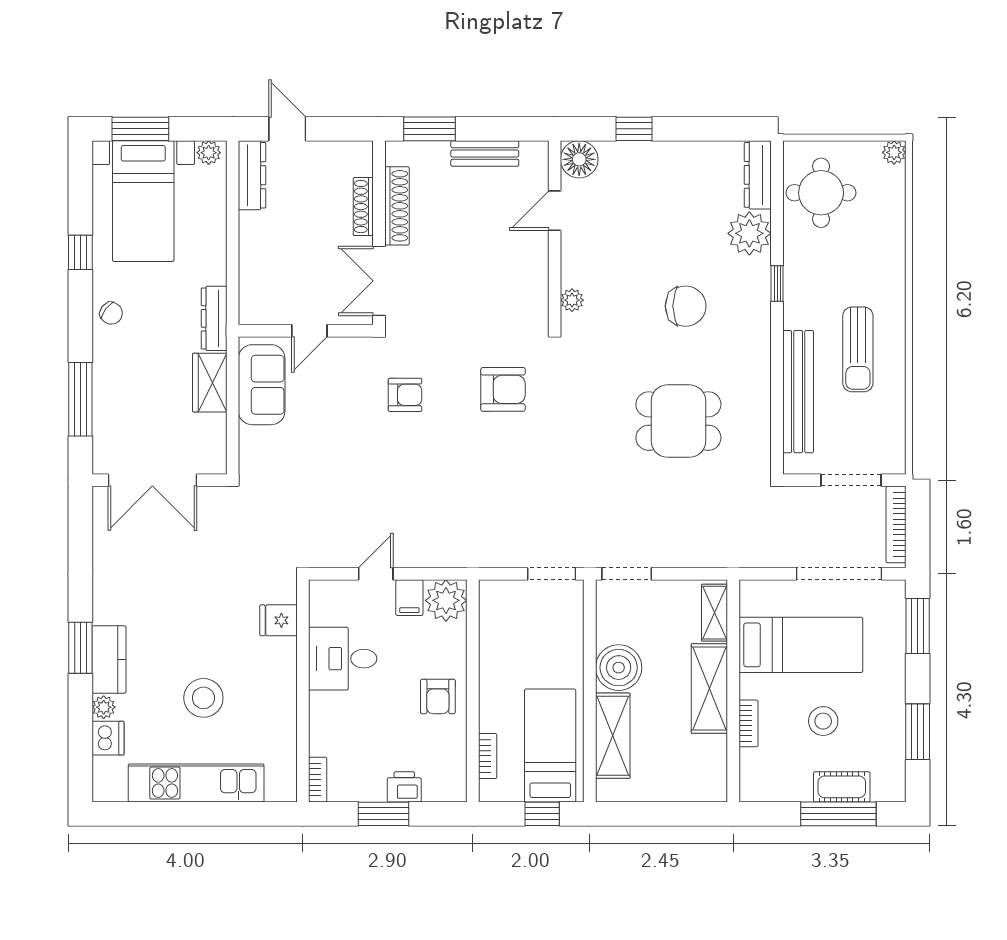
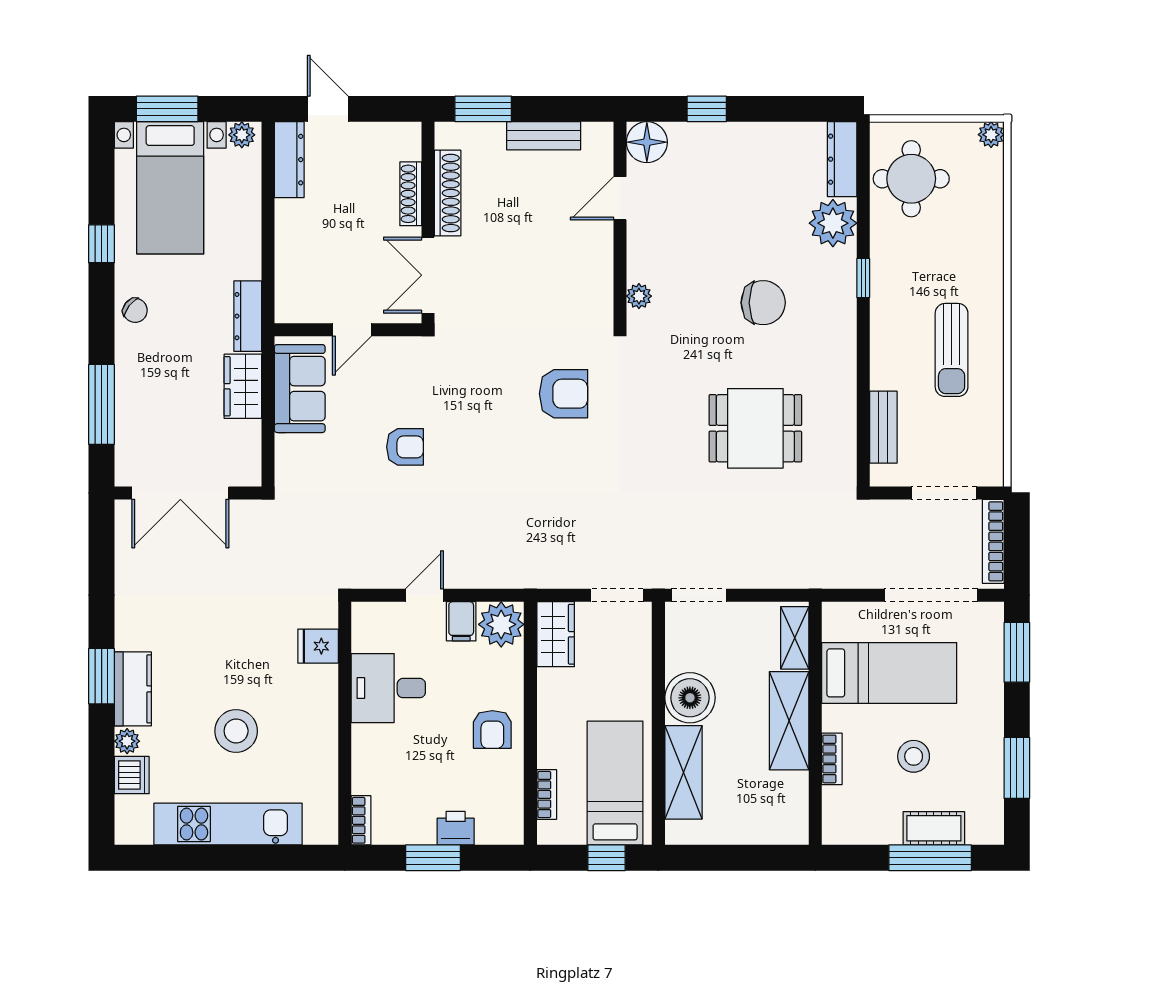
bench: (798, 392) -> (883, 427), width x0.54, depth x0.82
armchair: (405, 395) -> (405, 447), moved
wardrobe: (496, 609) -> (556, 634), added

